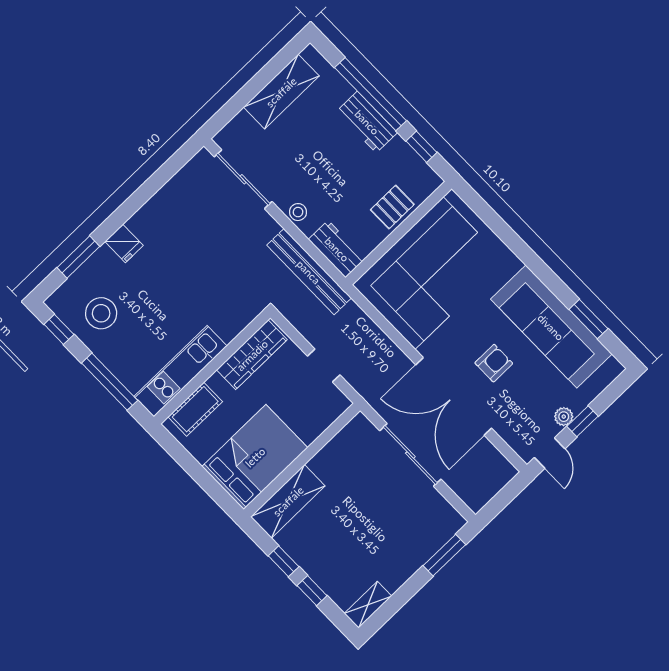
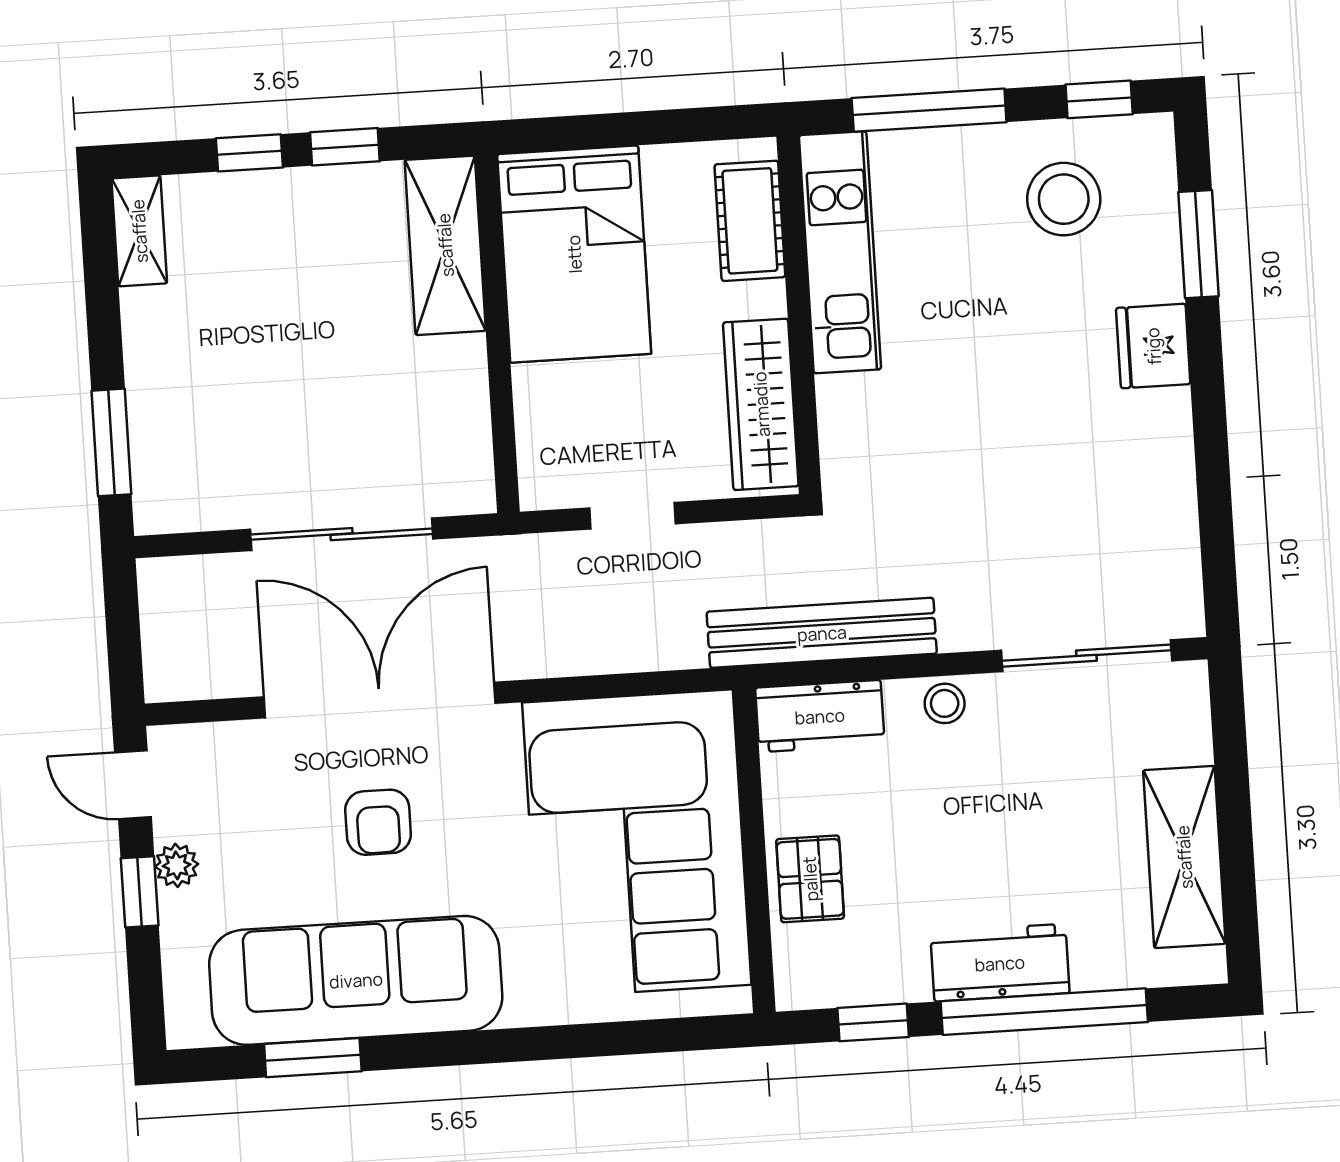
fridge: (124, 243) -> (1153, 346), width x1.38

